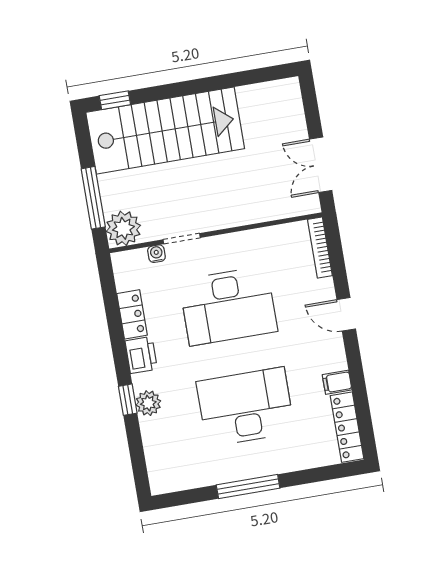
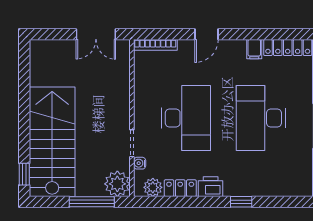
plant: (148, 403) -> (153, 187), moved

